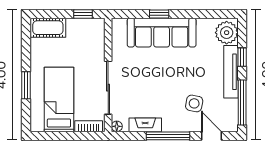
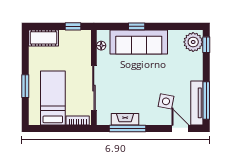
window: (242, 57) -> (206, 45), moved
tv unit: (231, 72) -> (197, 103), moved
floor lamp: (117, 126) -> (101, 46), moved
window: (168, 136) -> (127, 128), moved

